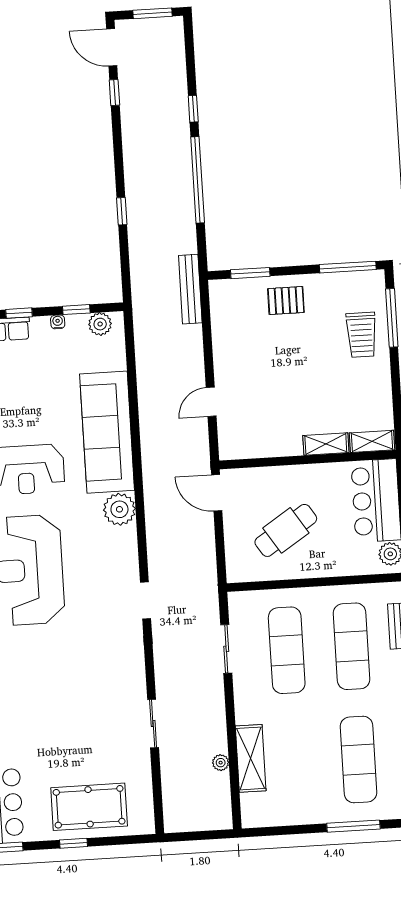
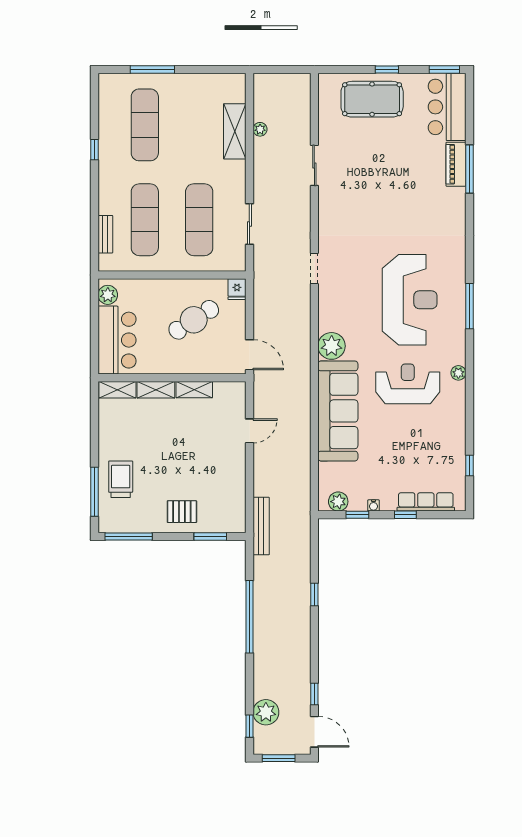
plant: (171, 67) -> (266, 712), added
window: (193, 109) -> (249, 726), moved
shelving: (280, 447) -> (194, 390), added
fridge: (237, 570) -> (237, 289), added

